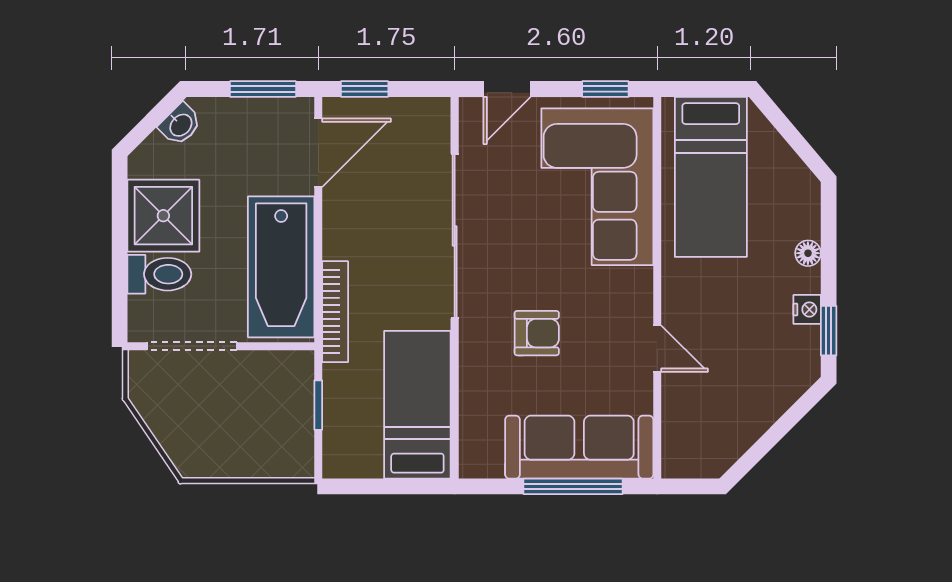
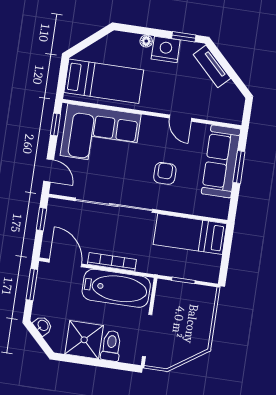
window: (365, 89) -> (41, 219), moved
nightstand: (807, 309) -> (166, 50), width x1.89, depth x1.79
bookcase: (335, 312) -> (112, 262), moved
door: (657, 349) -> (180, 118), swing flipped
tv unit: (775, 399) -> (212, 66), added
window: (573, 486) -> (239, 167), width x0.69

